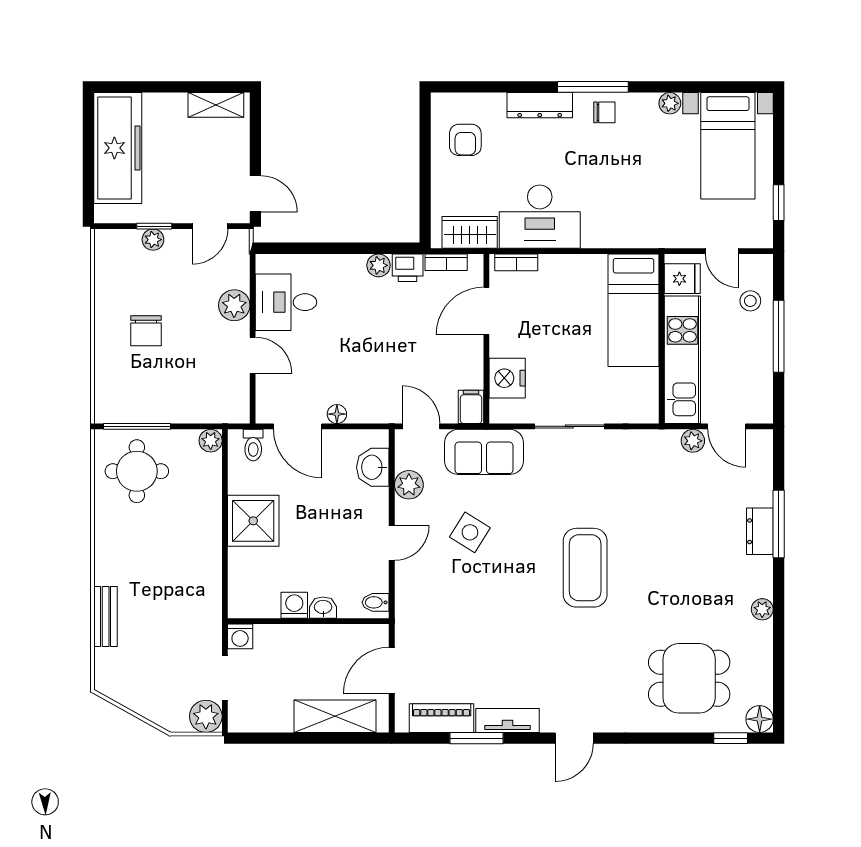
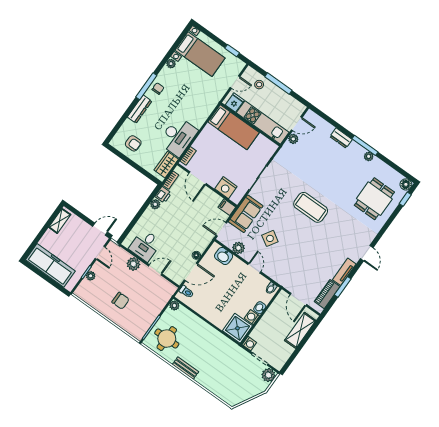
shower: (253, 521) -> (237, 328), moved
window: (779, 524) -> (365, 145), moved
bench: (106, 617) -> (185, 368), moved

